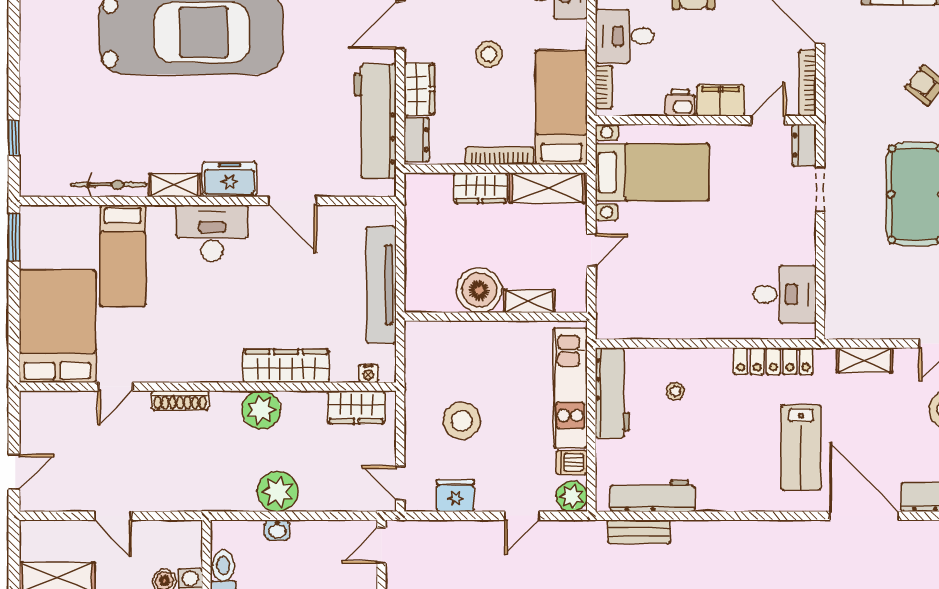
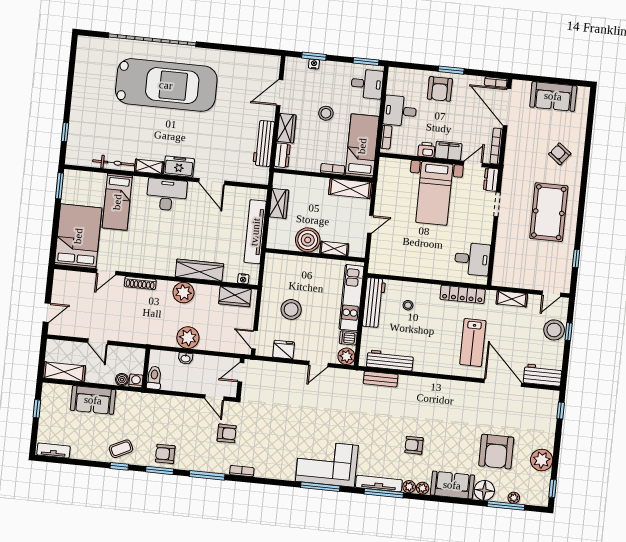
workbench: (375, 121) -> (264, 143), width x0.73, depth x0.76
bookcase: (499, 156) -> (333, 169), width x0.64
bed with nightstands: (652, 172) -> (434, 193), moved, turned 90
wardrobe: (480, 188) -> (279, 203), moved, turned -90

